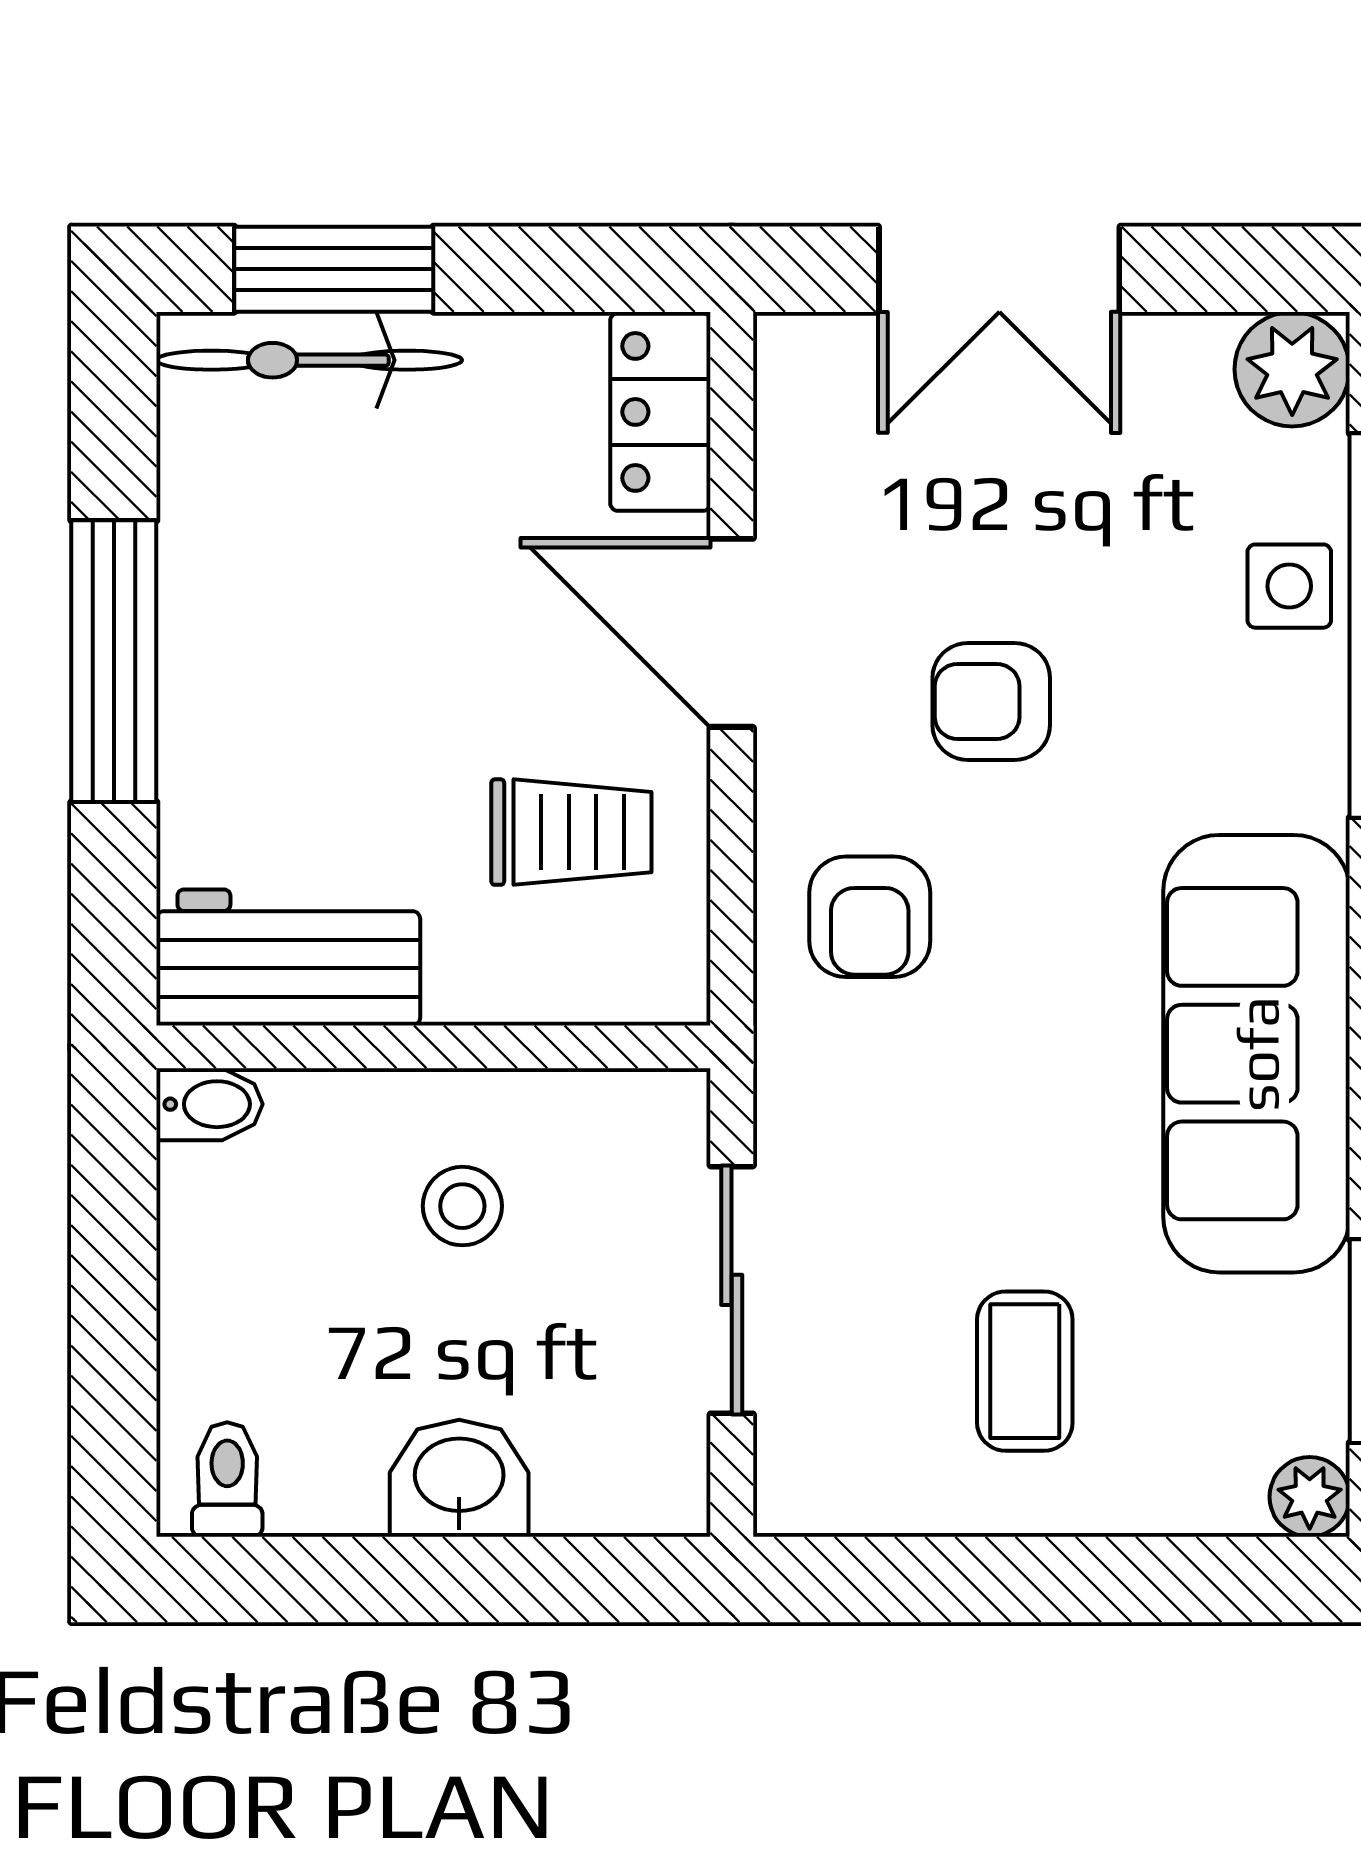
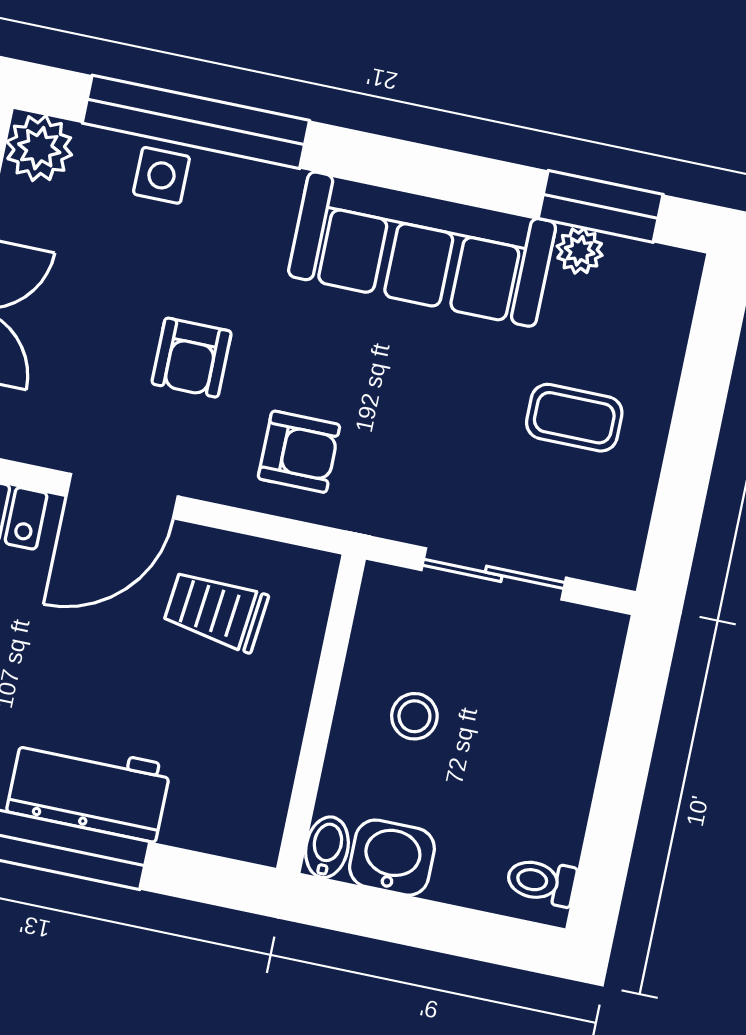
trolley: (571, 832) -> (216, 610), turned -84
workbench: (288, 957) -> (89, 789), moved, turned 90
washbasin: (459, 1478) -> (392, 858), moved, turned 90
plant: (1310, 1497) -> (580, 251), moved

